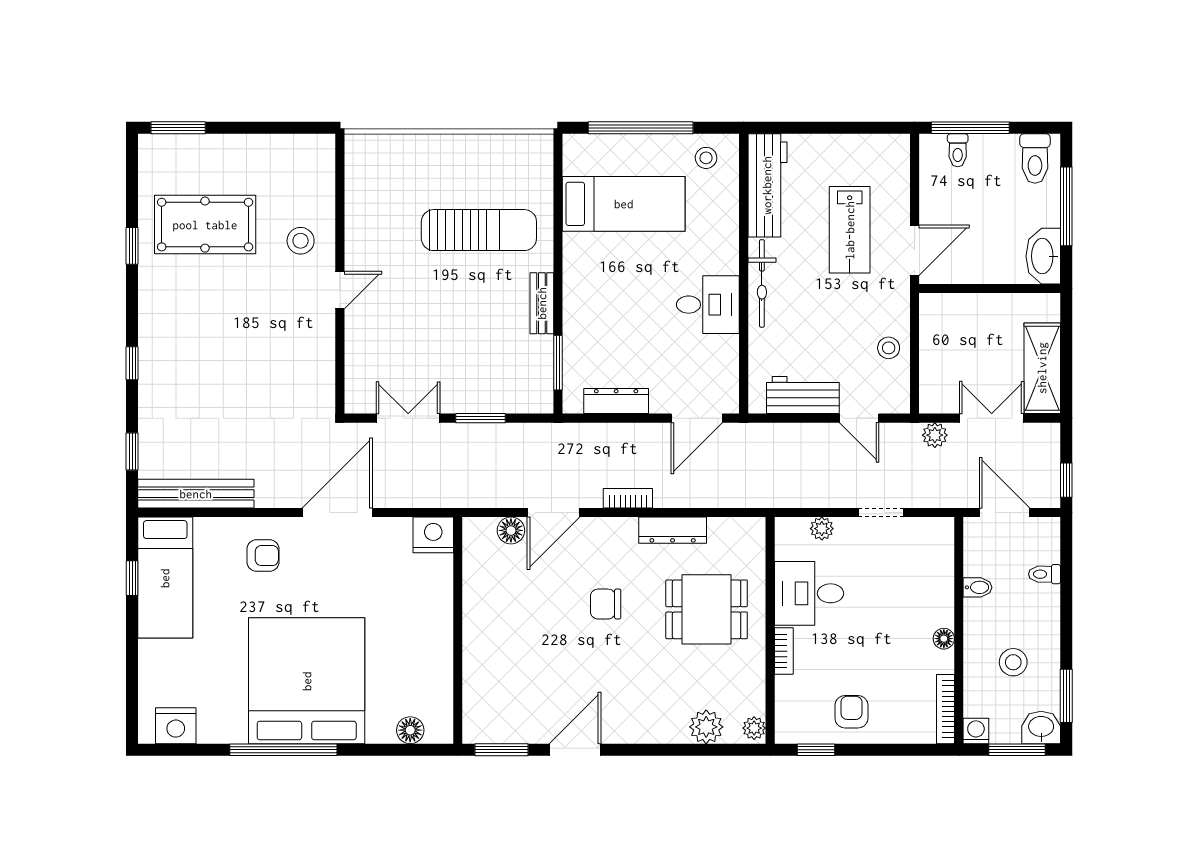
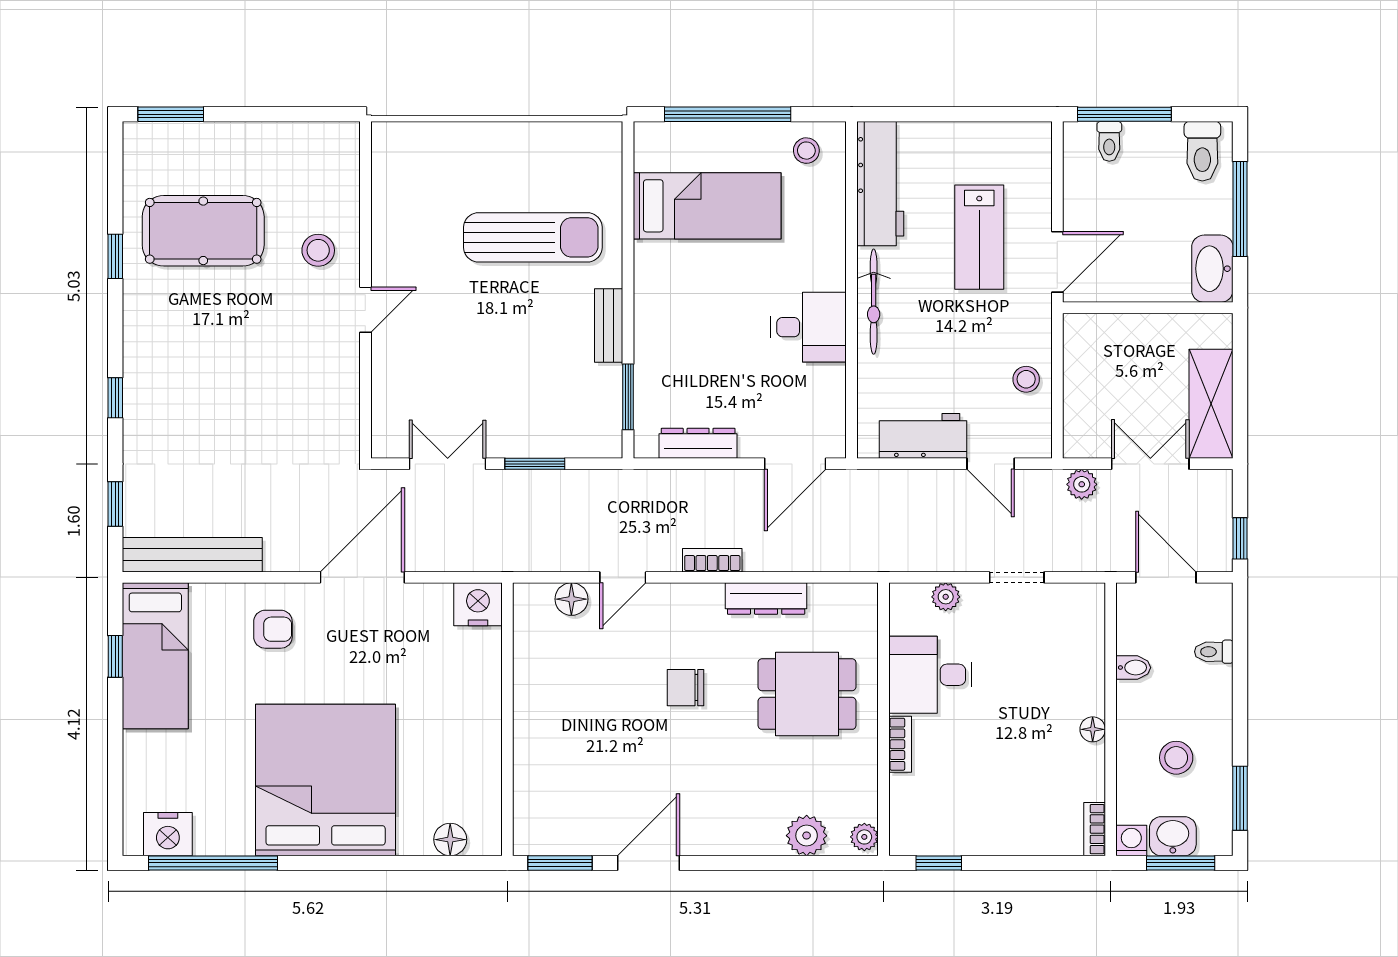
door: (554, 512) -> (623, 577), width x0.73
bookcase: (945, 709) -> (1095, 829), width x0.64
armchair: (851, 712) -> (981, 817), removed
washbasin: (1041, 727) -> (1173, 836), moved
window: (283, 750) -> (213, 863), moved

